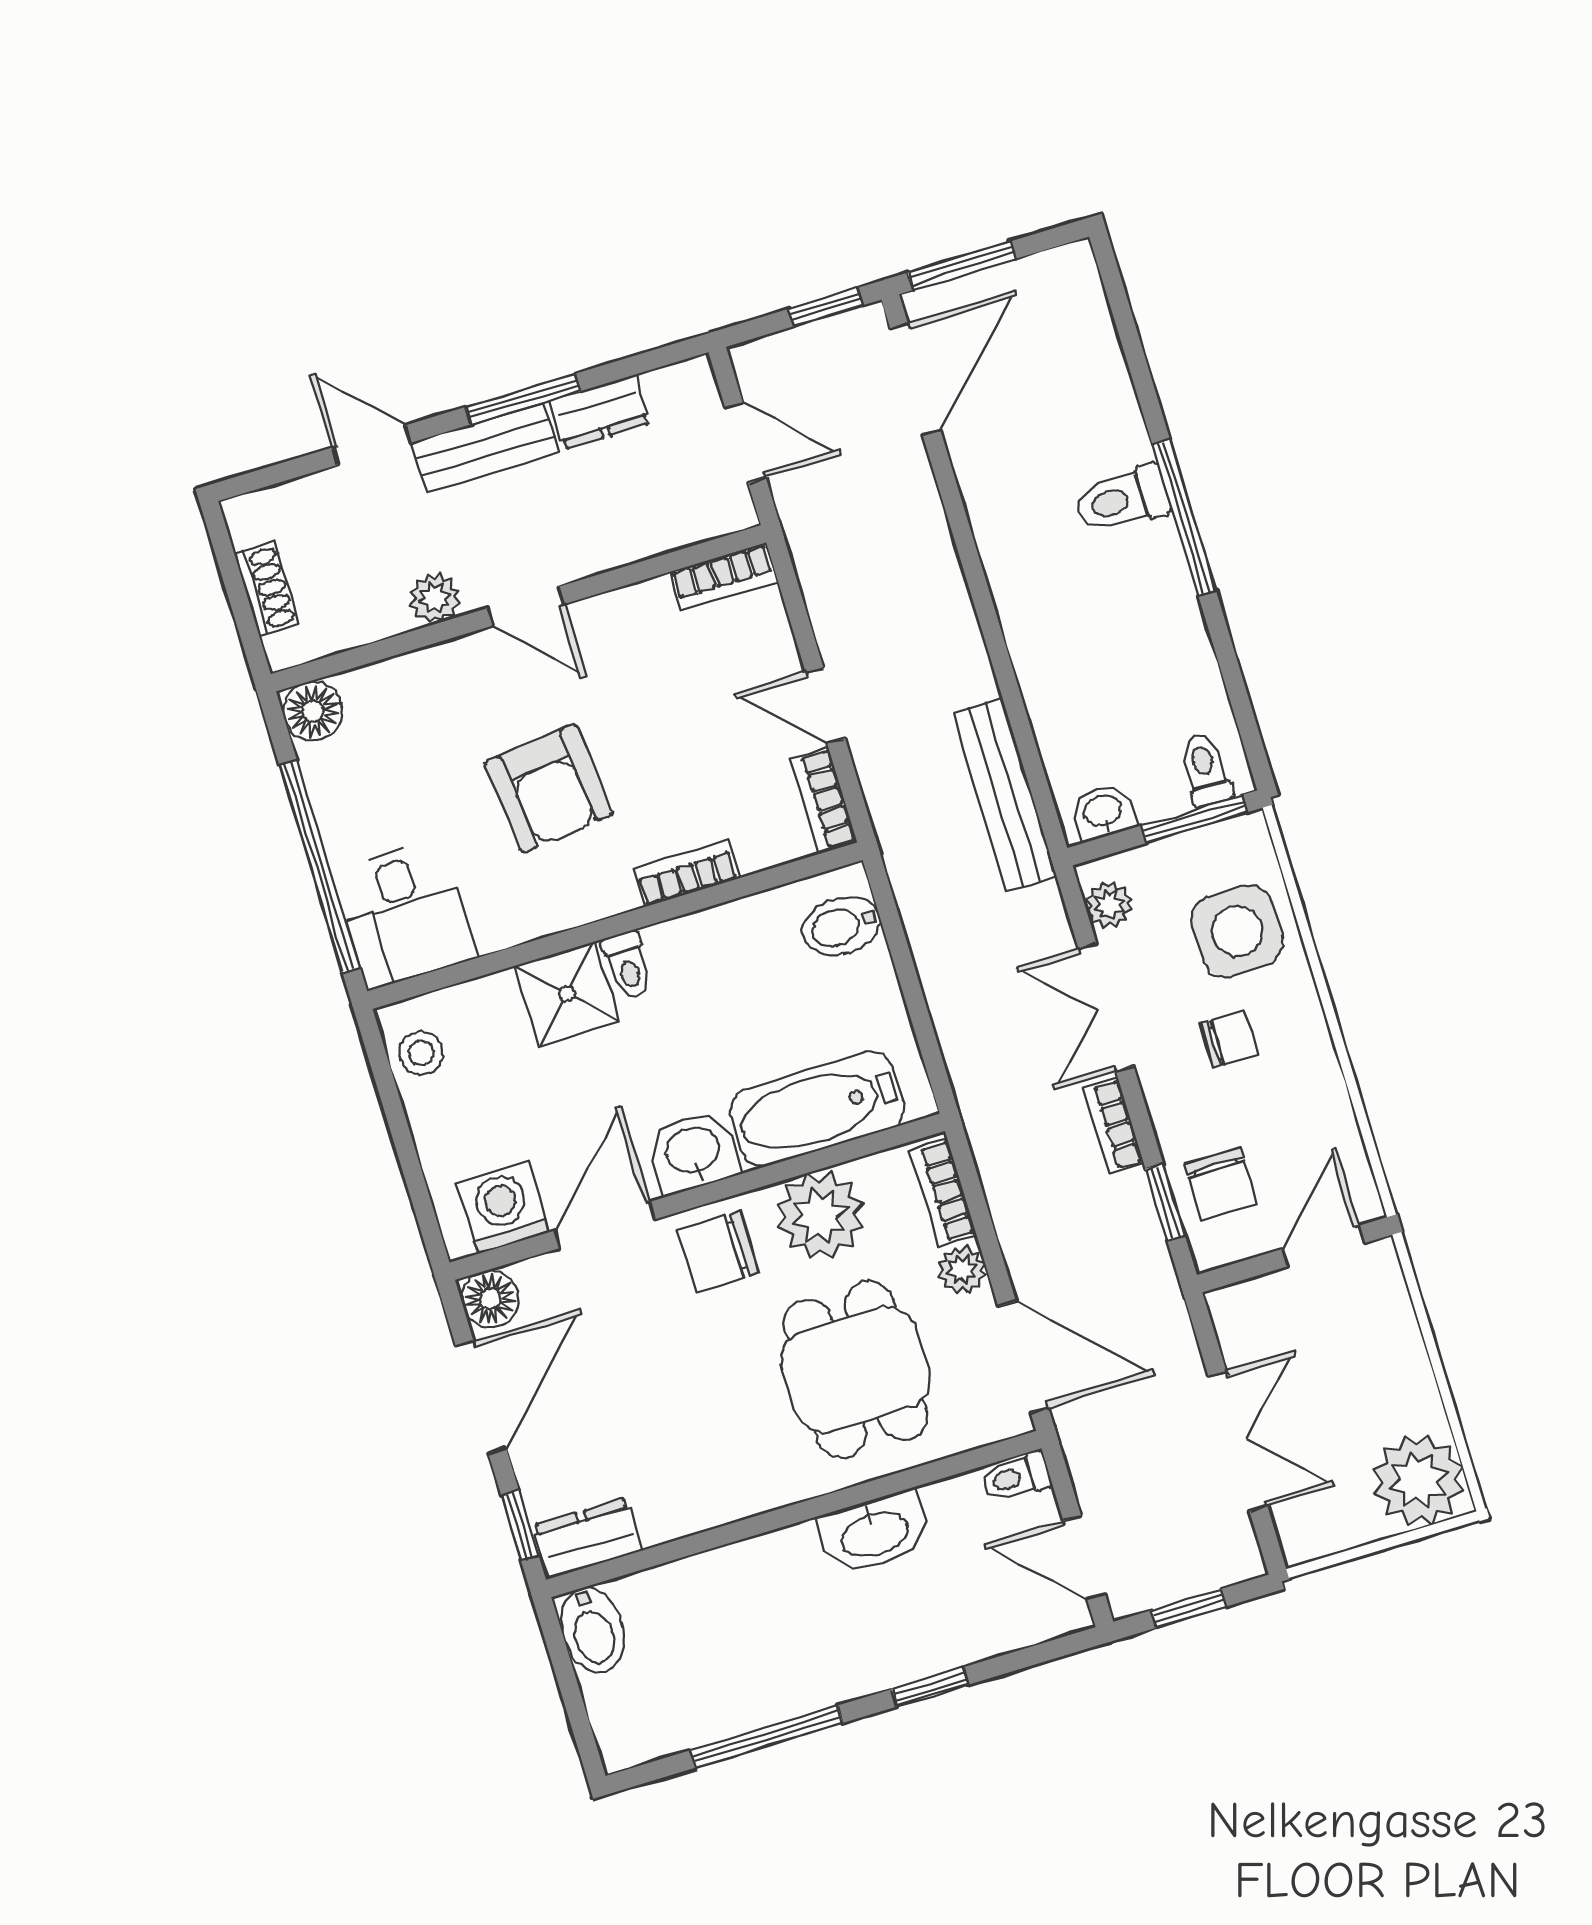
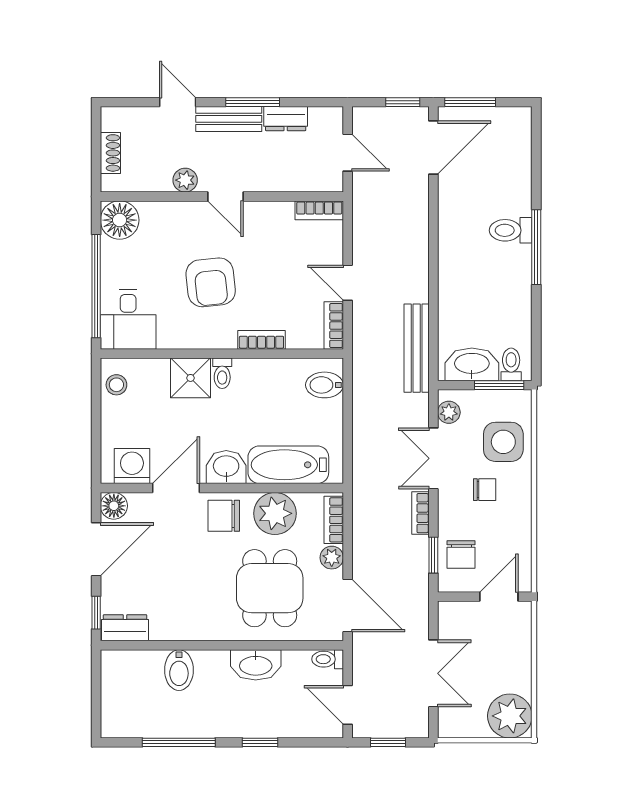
floor lamp: (313, 711) -> (120, 220), width x1.38, depth x1.38
washbasin: (1103, 812) -> (472, 364), width x1.91, depth x1.45
bidet: (592, 1630) -> (179, 670), moved

